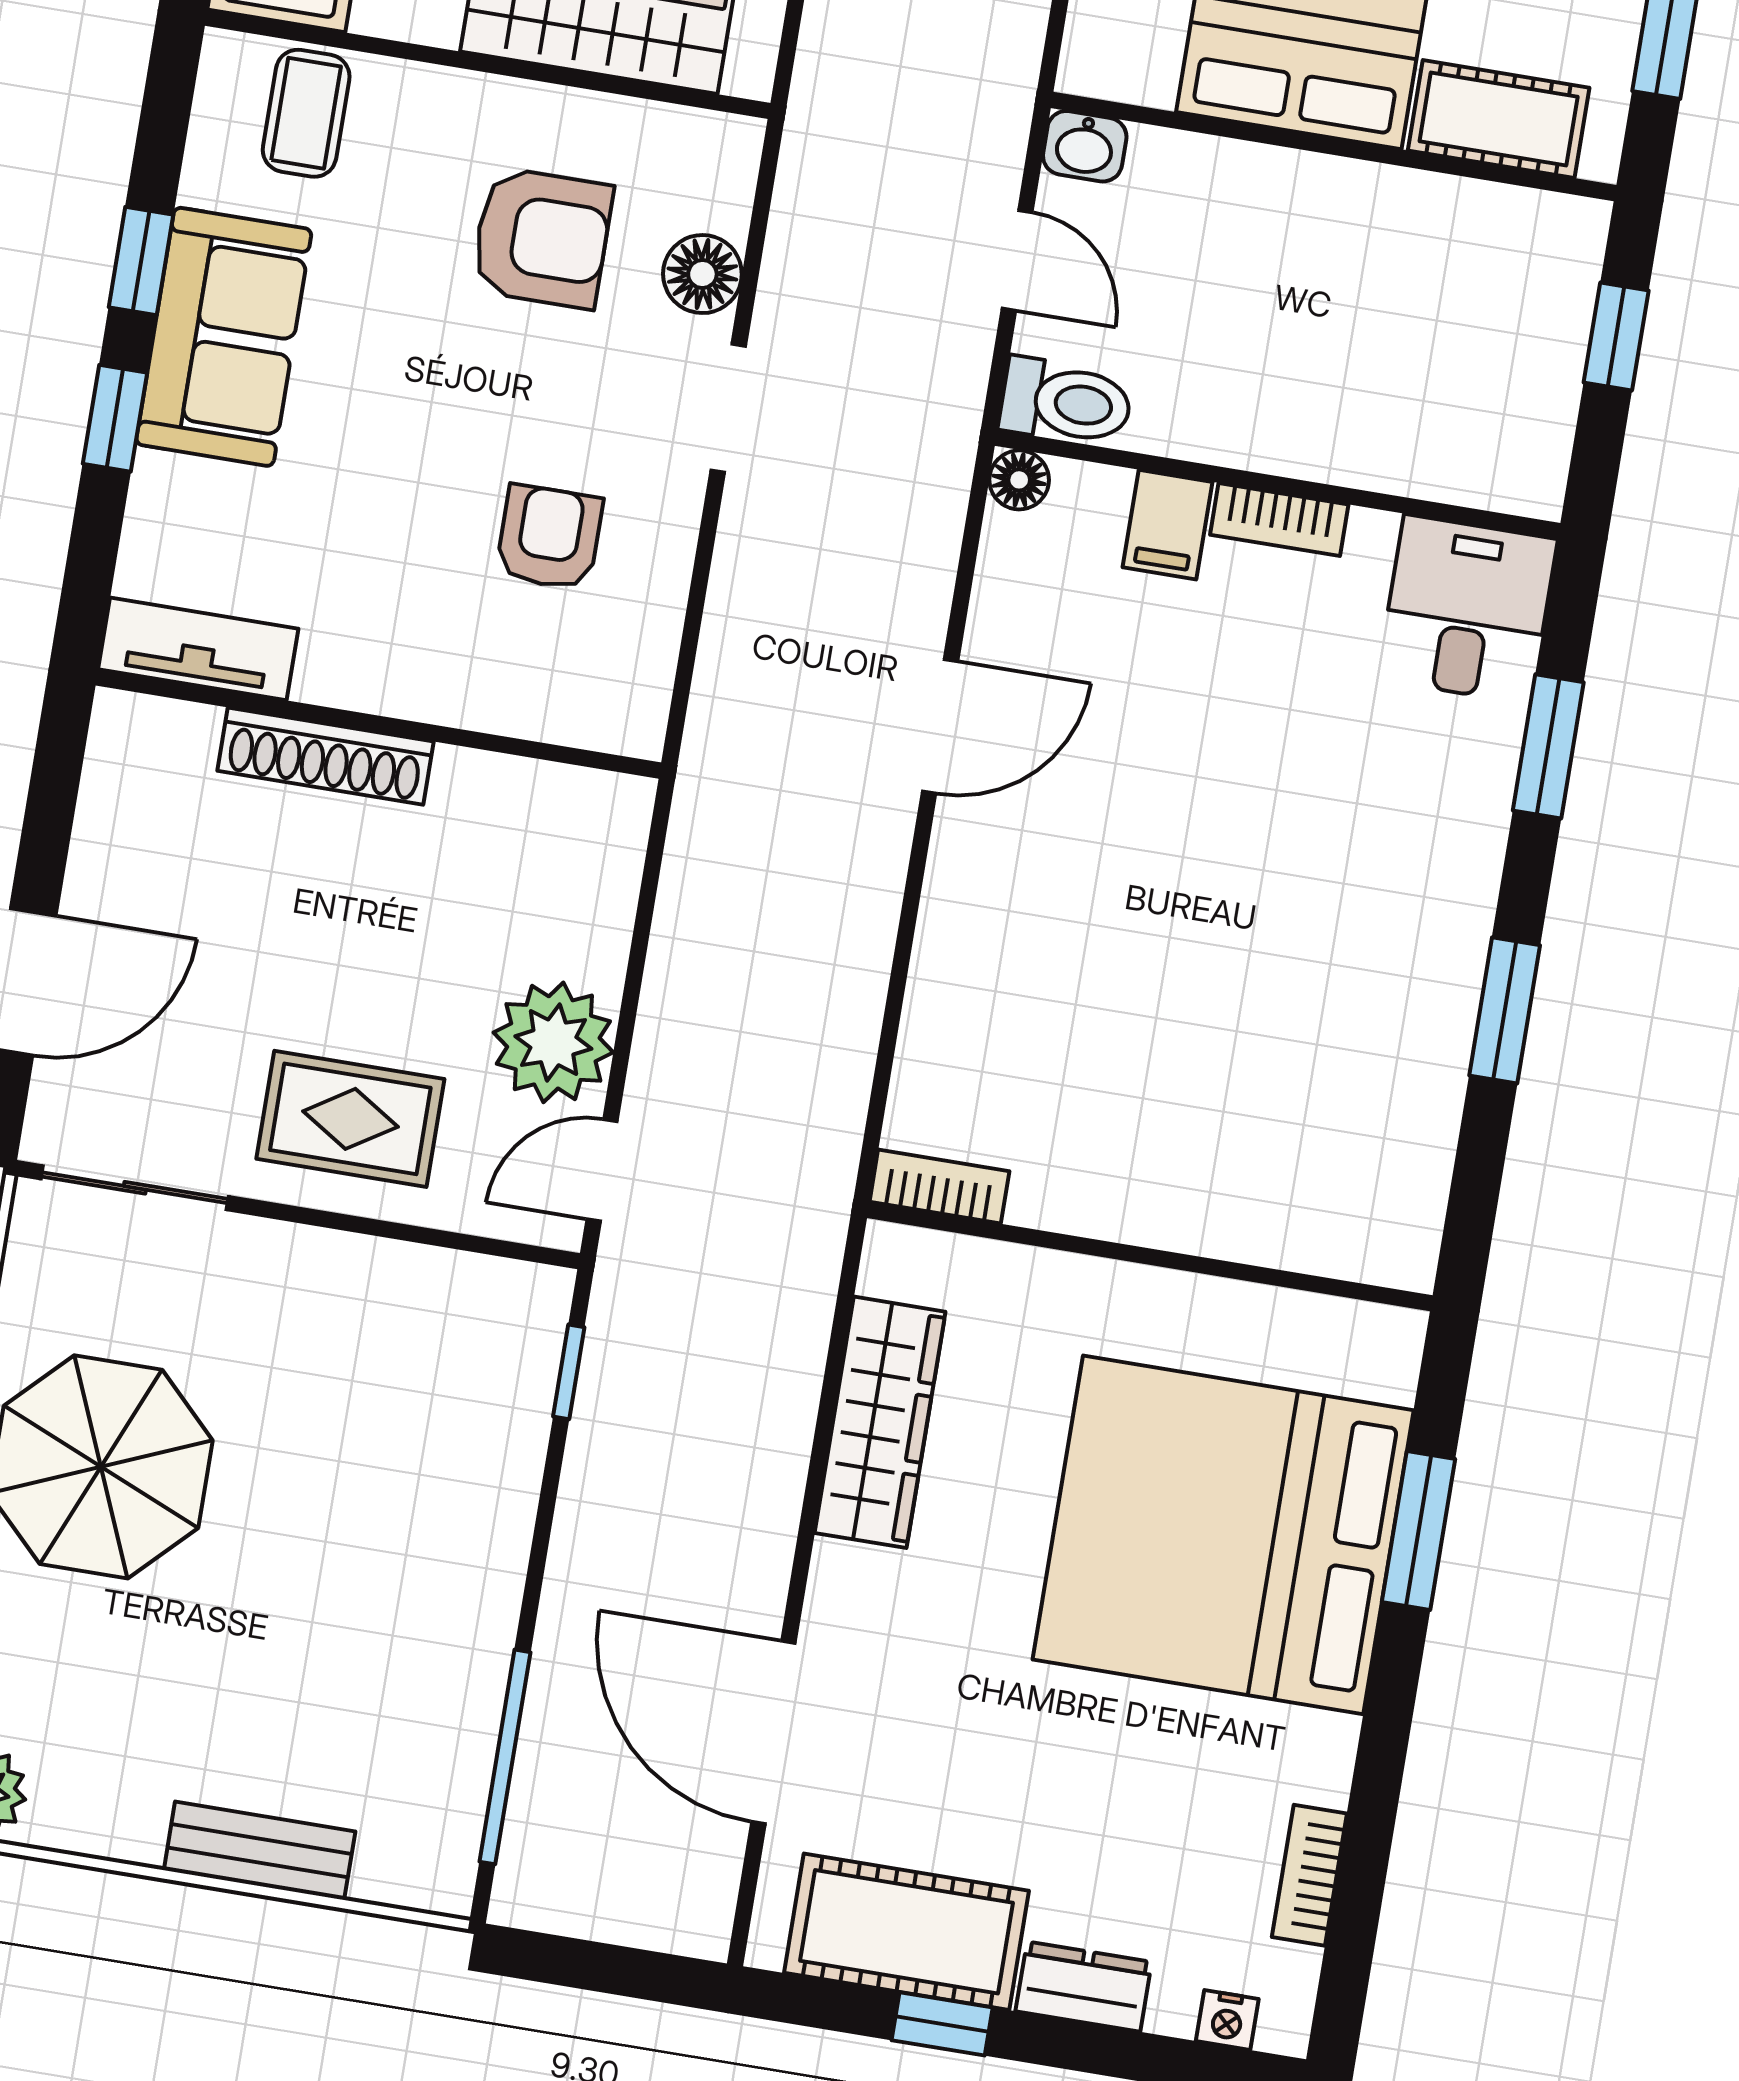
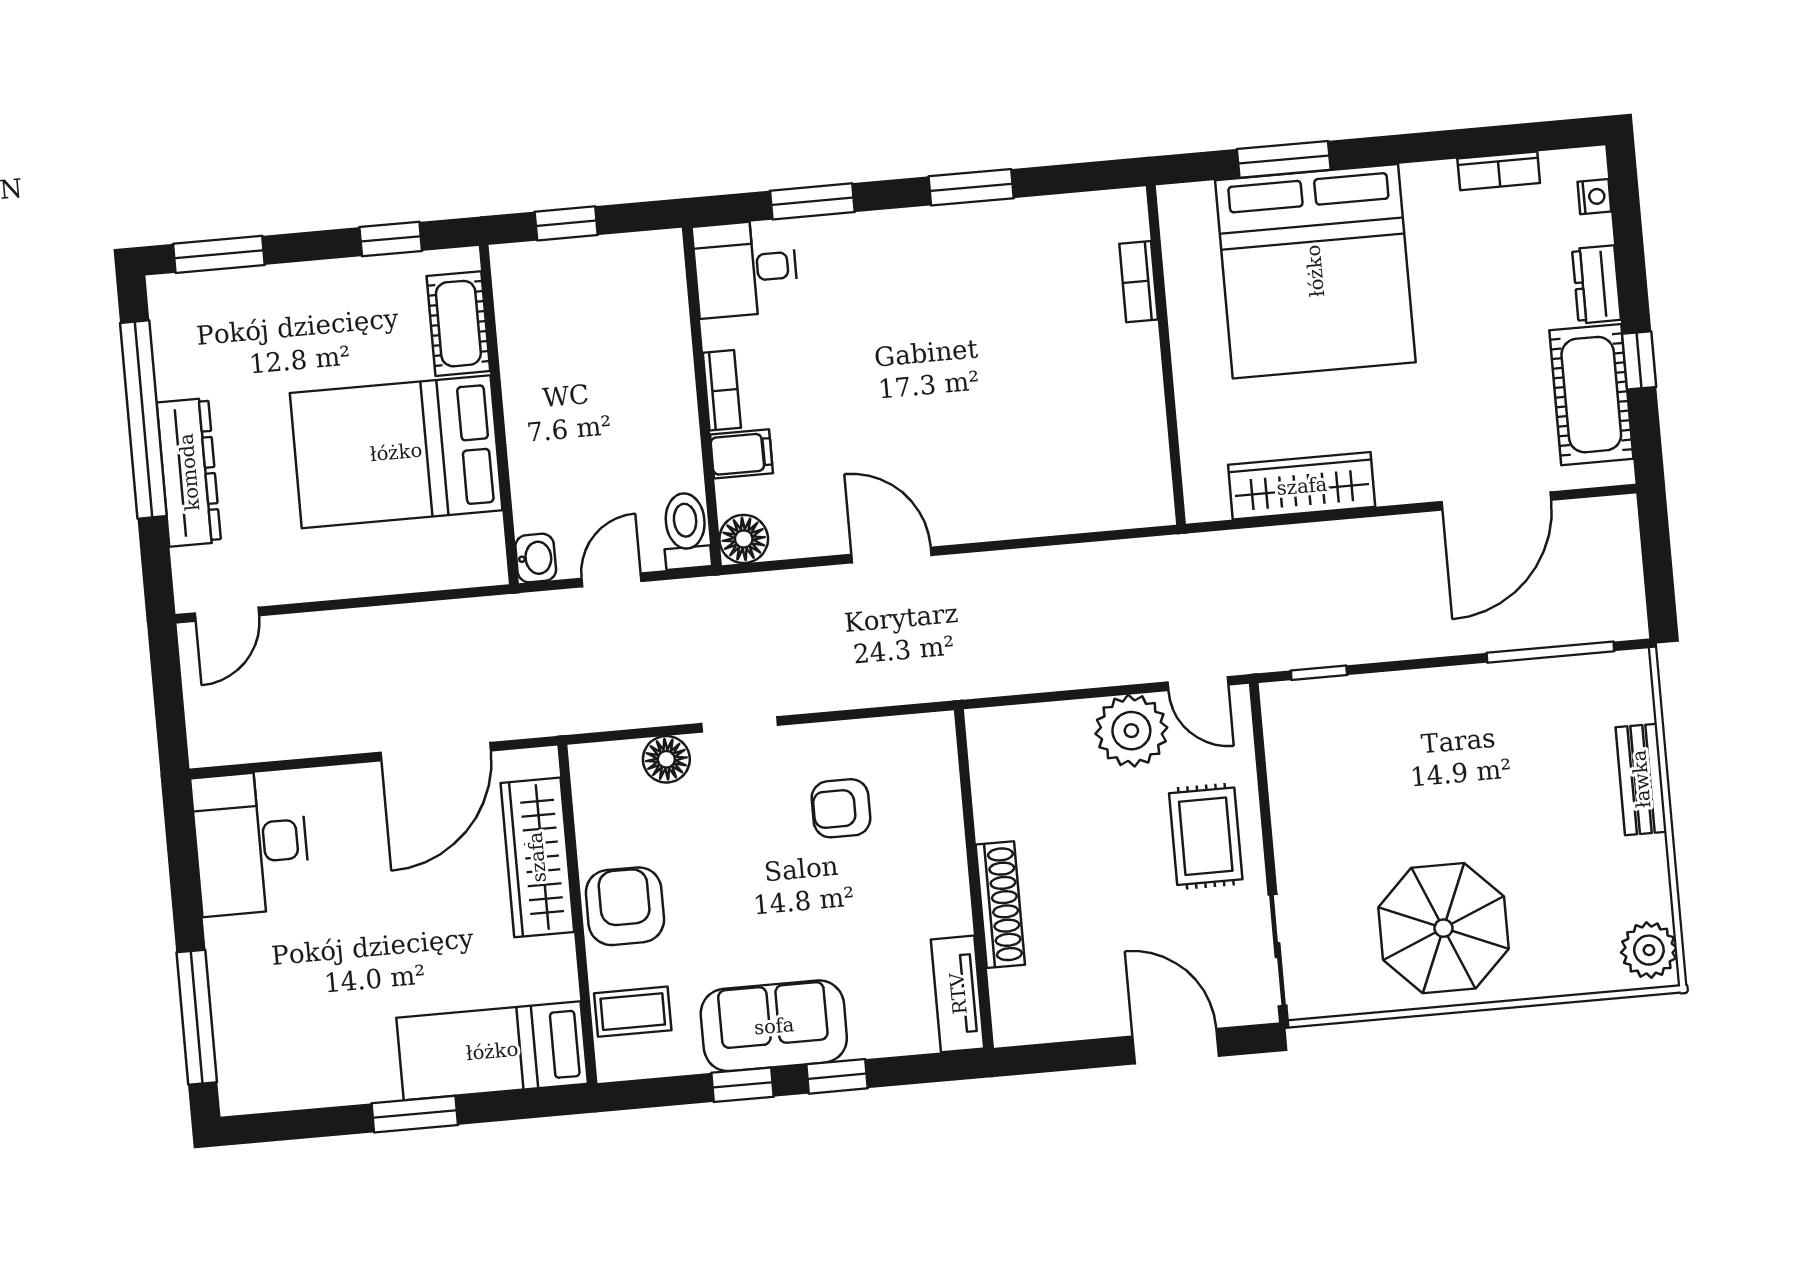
armchair: (542, 238) -> (625, 906), moved
floor lamp: (1019, 480) -> (744, 539), width x1.37, depth x1.37
bookcase: (939, 1187) -> (1139, 282), moved

